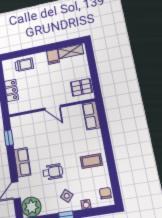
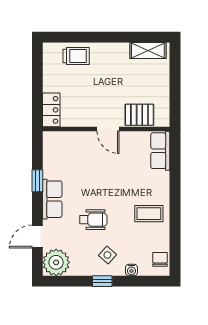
filing cabinet: (53, 57) -> (121, 53), removed
pallet: (81, 87) -> (139, 115), moved
locker: (11, 90) -> (51, 110), moved
window: (9, 138) -> (37, 181), moved

